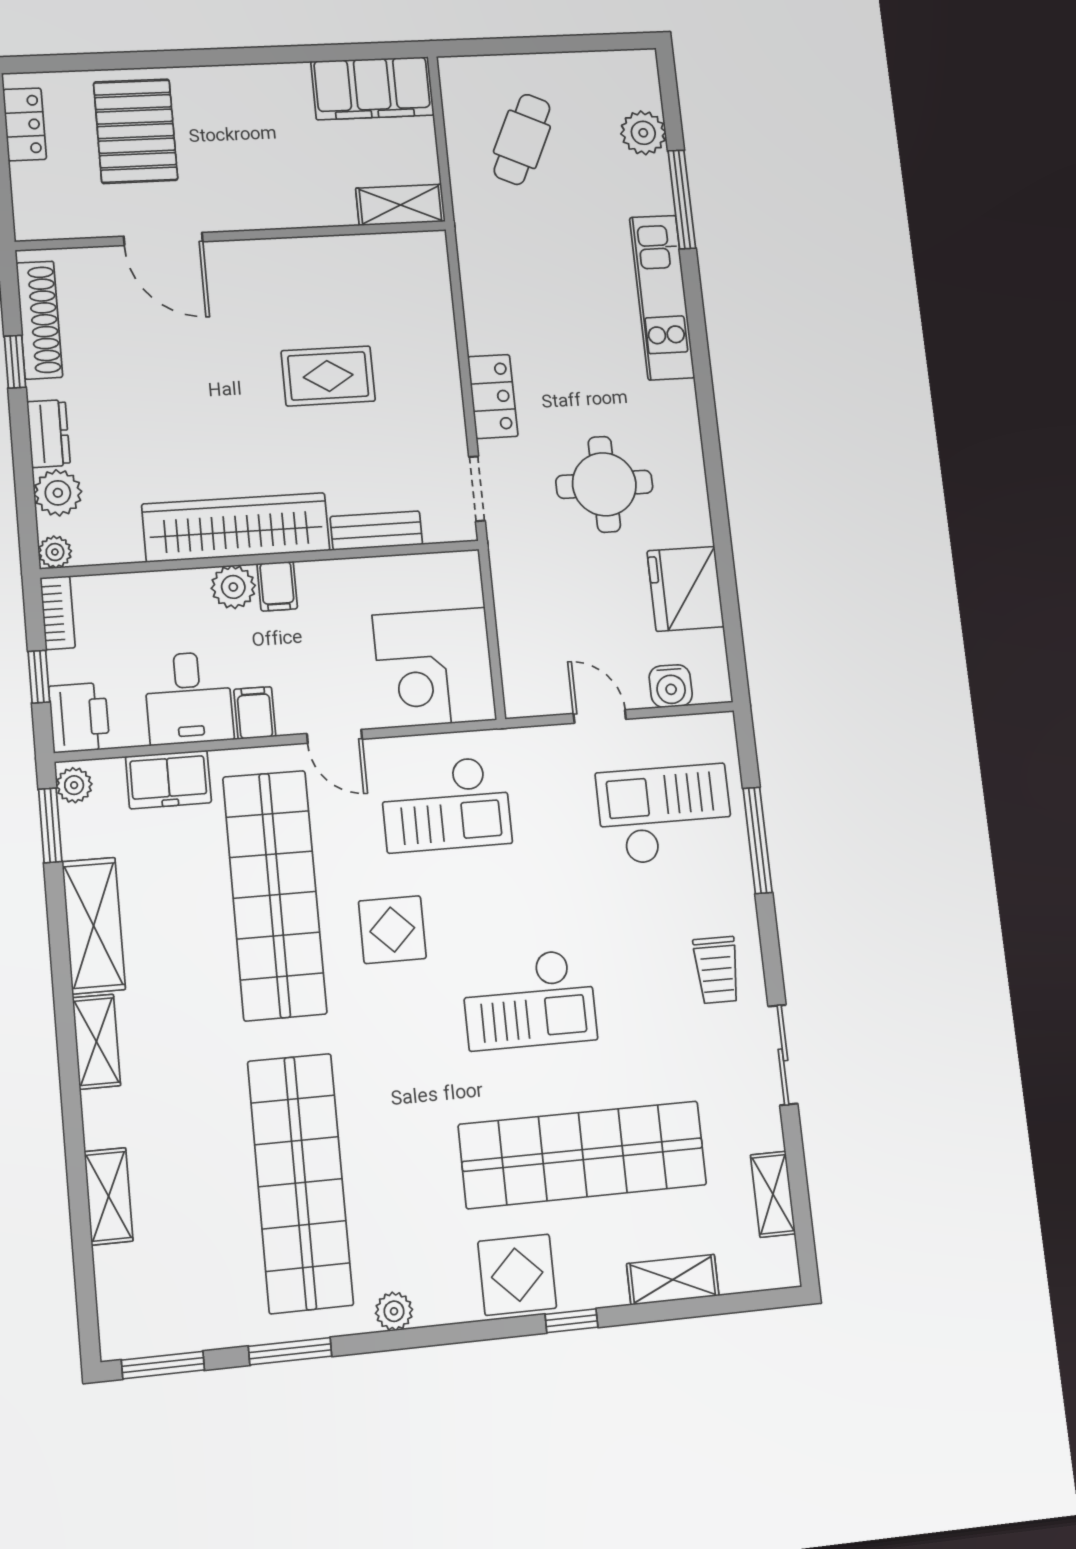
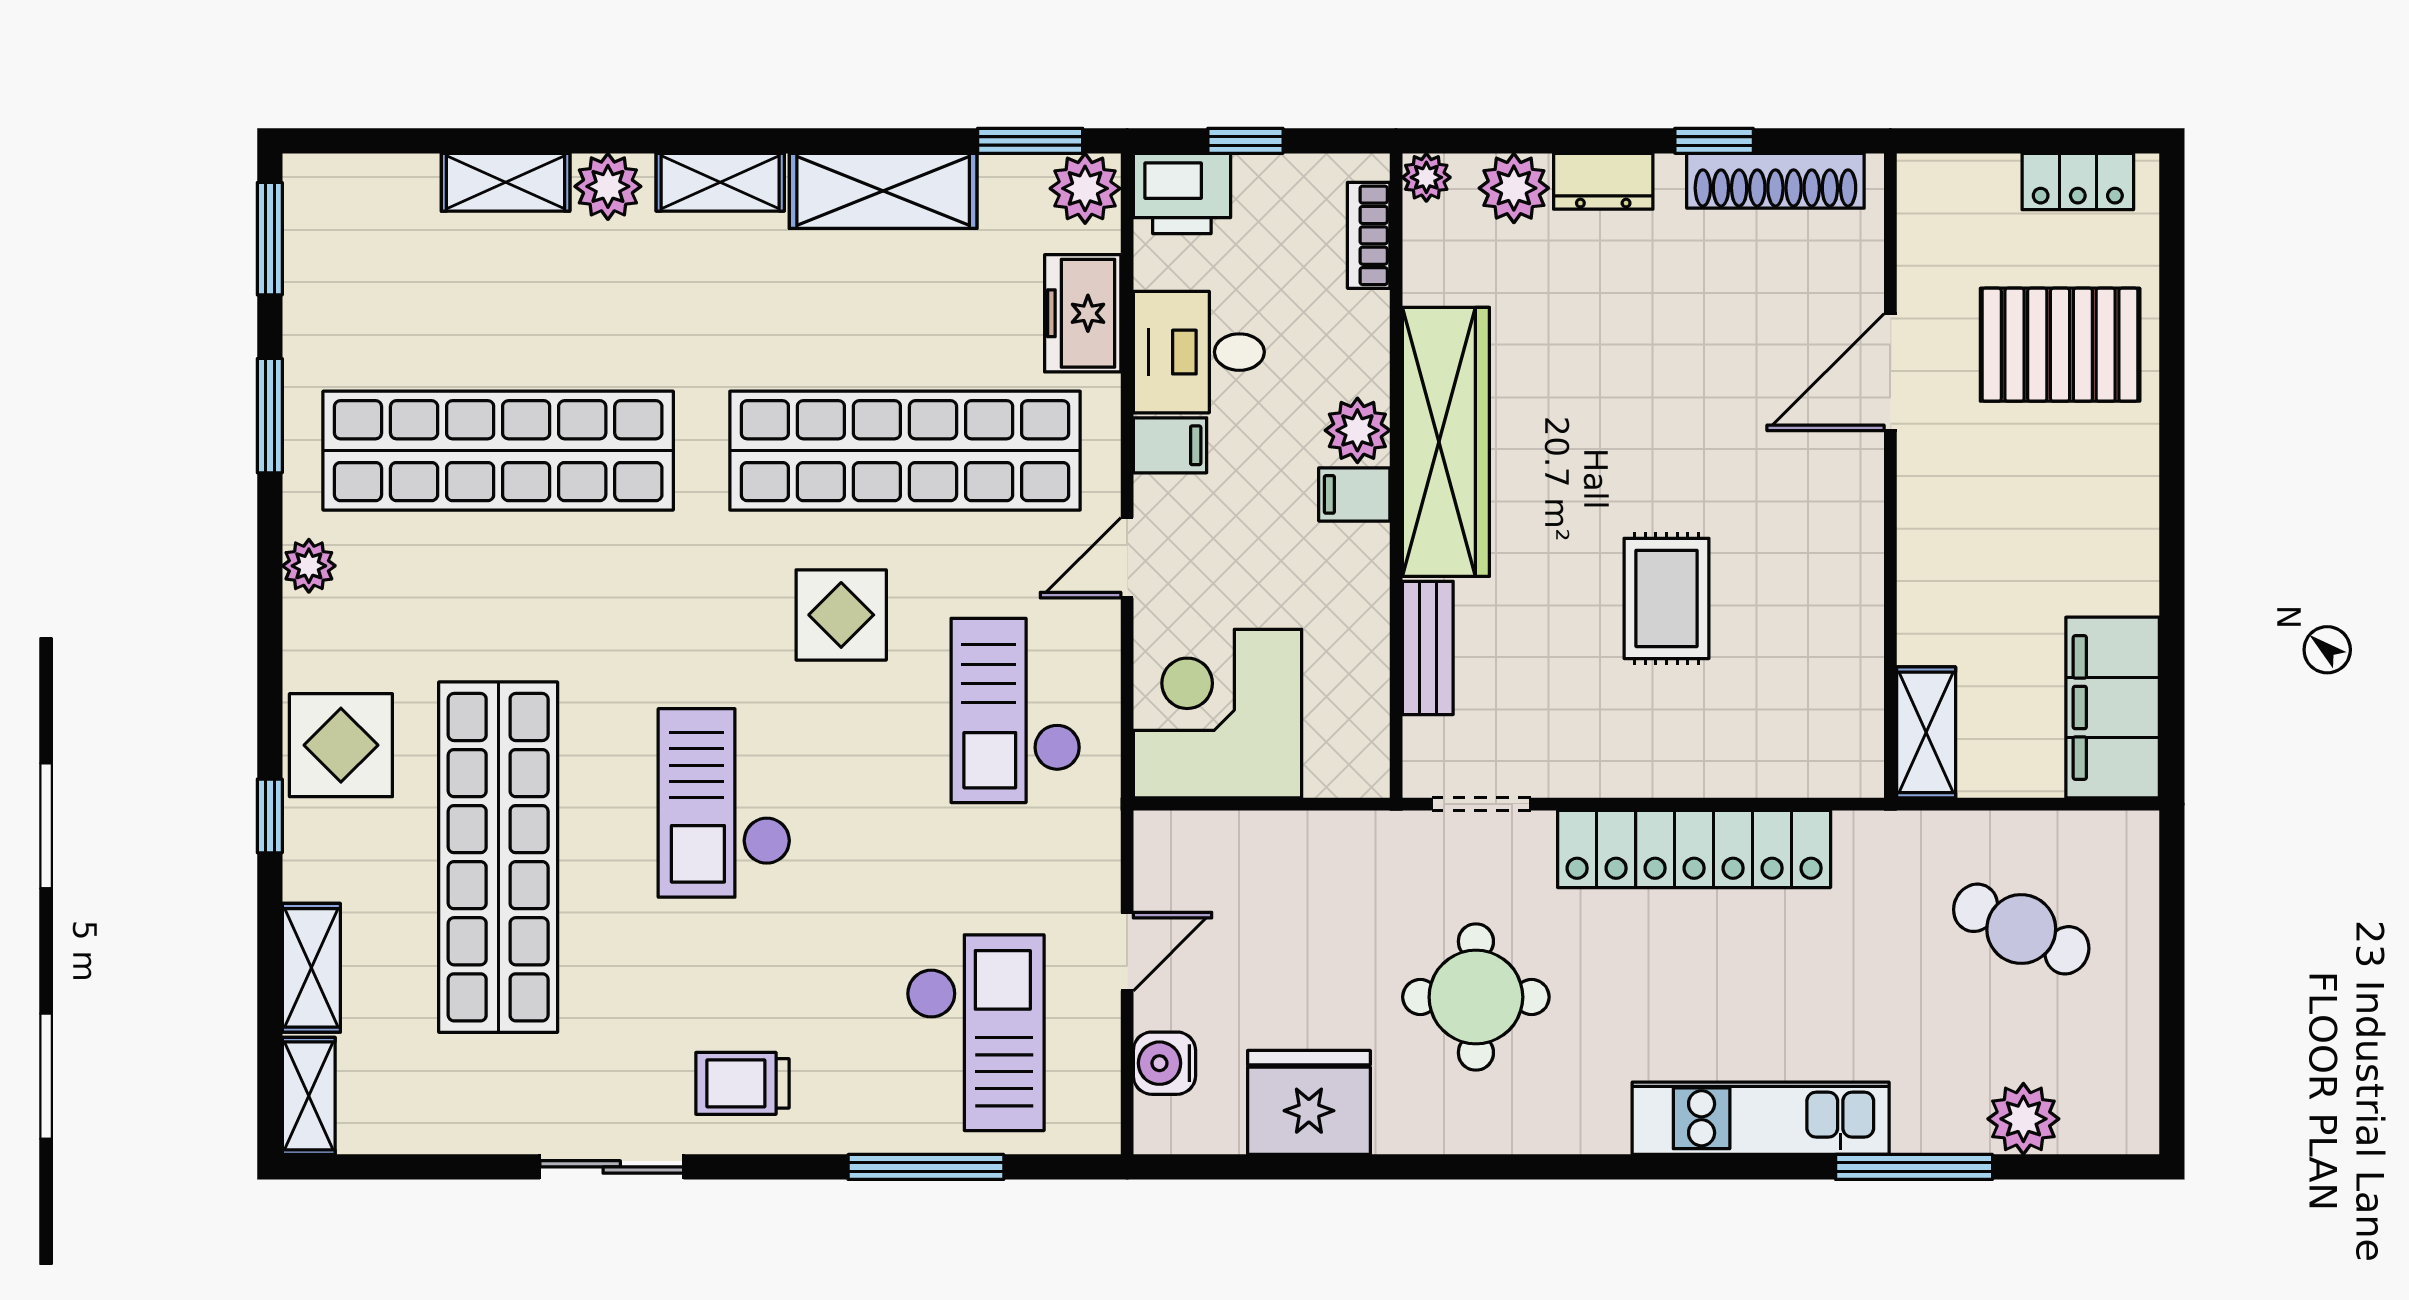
locker: (493, 396) -> (1694, 849), width x2.16, depth x1.21
bookcase: (58, 613) -> (1369, 235), moved, turned 90
plant: (74, 785) -> (1085, 188), width x1.38, depth x1.38
plant: (106, 1122) -> (608, 186), added
shelving: (773, 1194) -> (309, 1096), moved, turned 90

